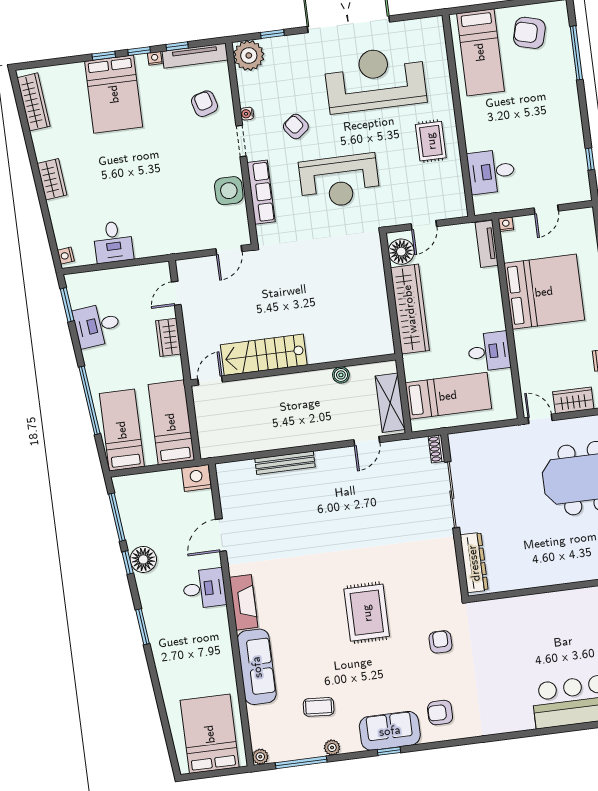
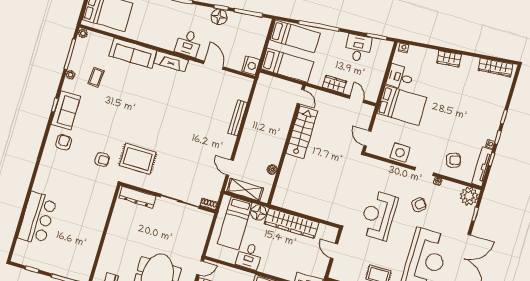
bed: (114, 94) -> (402, 105), moved, turned 180
row of seats: (261, 192) -> (391, 170), removed
floor lamp: (401, 252) -> (259, 213), moved
rug: (367, 613) -> (138, 159), moved

